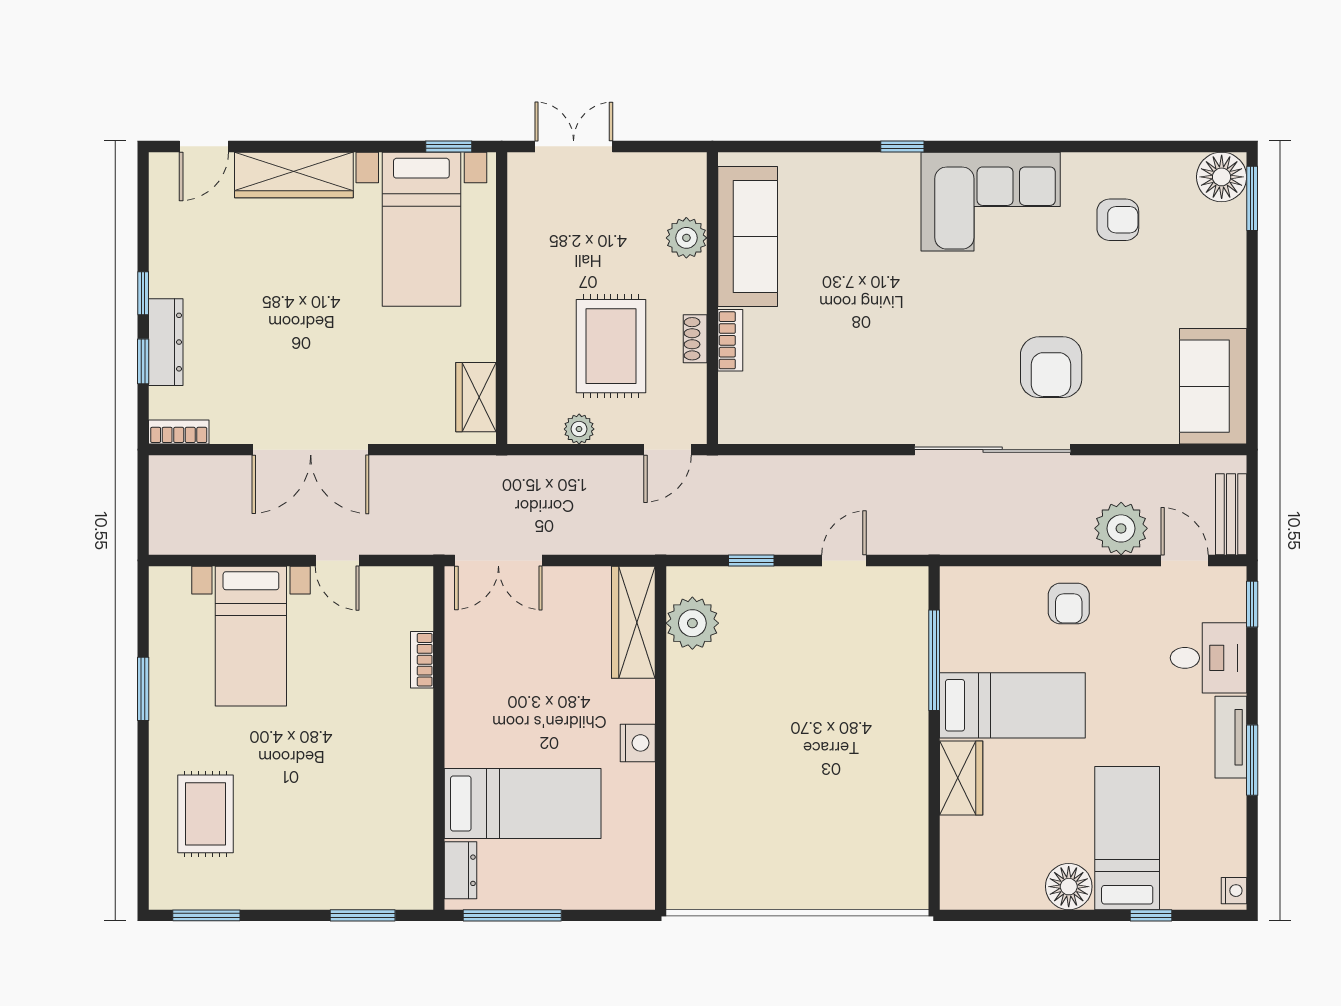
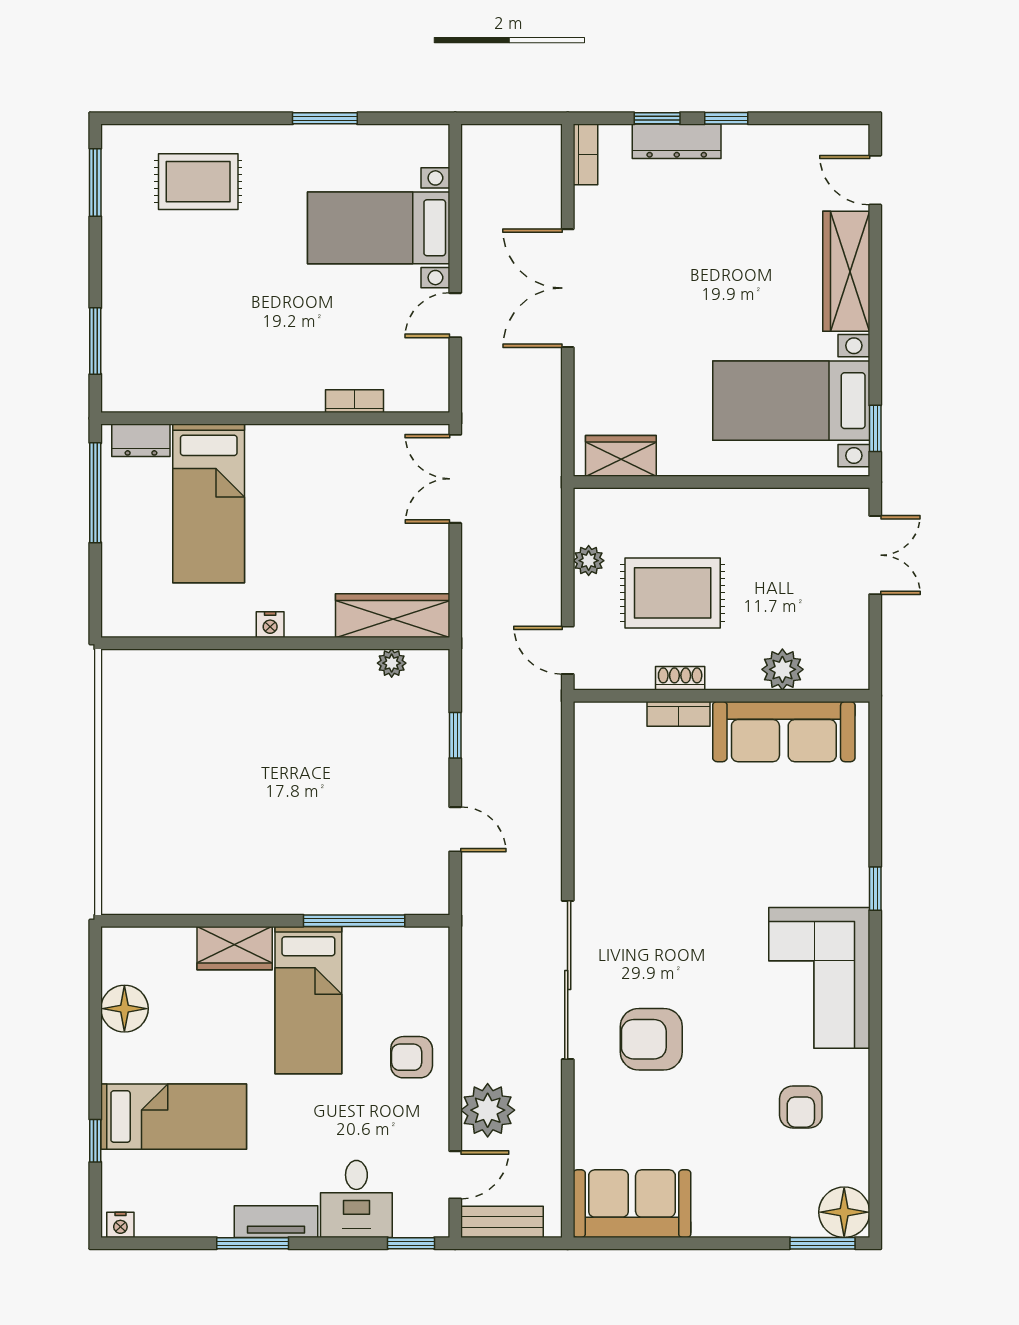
plant: (692, 623) -> (392, 663), width x0.53, depth x0.53
nightstand: (638, 743) -> (270, 625), width x0.72, depth x0.74
floor lamp: (1069, 887) -> (124, 1009), moved

